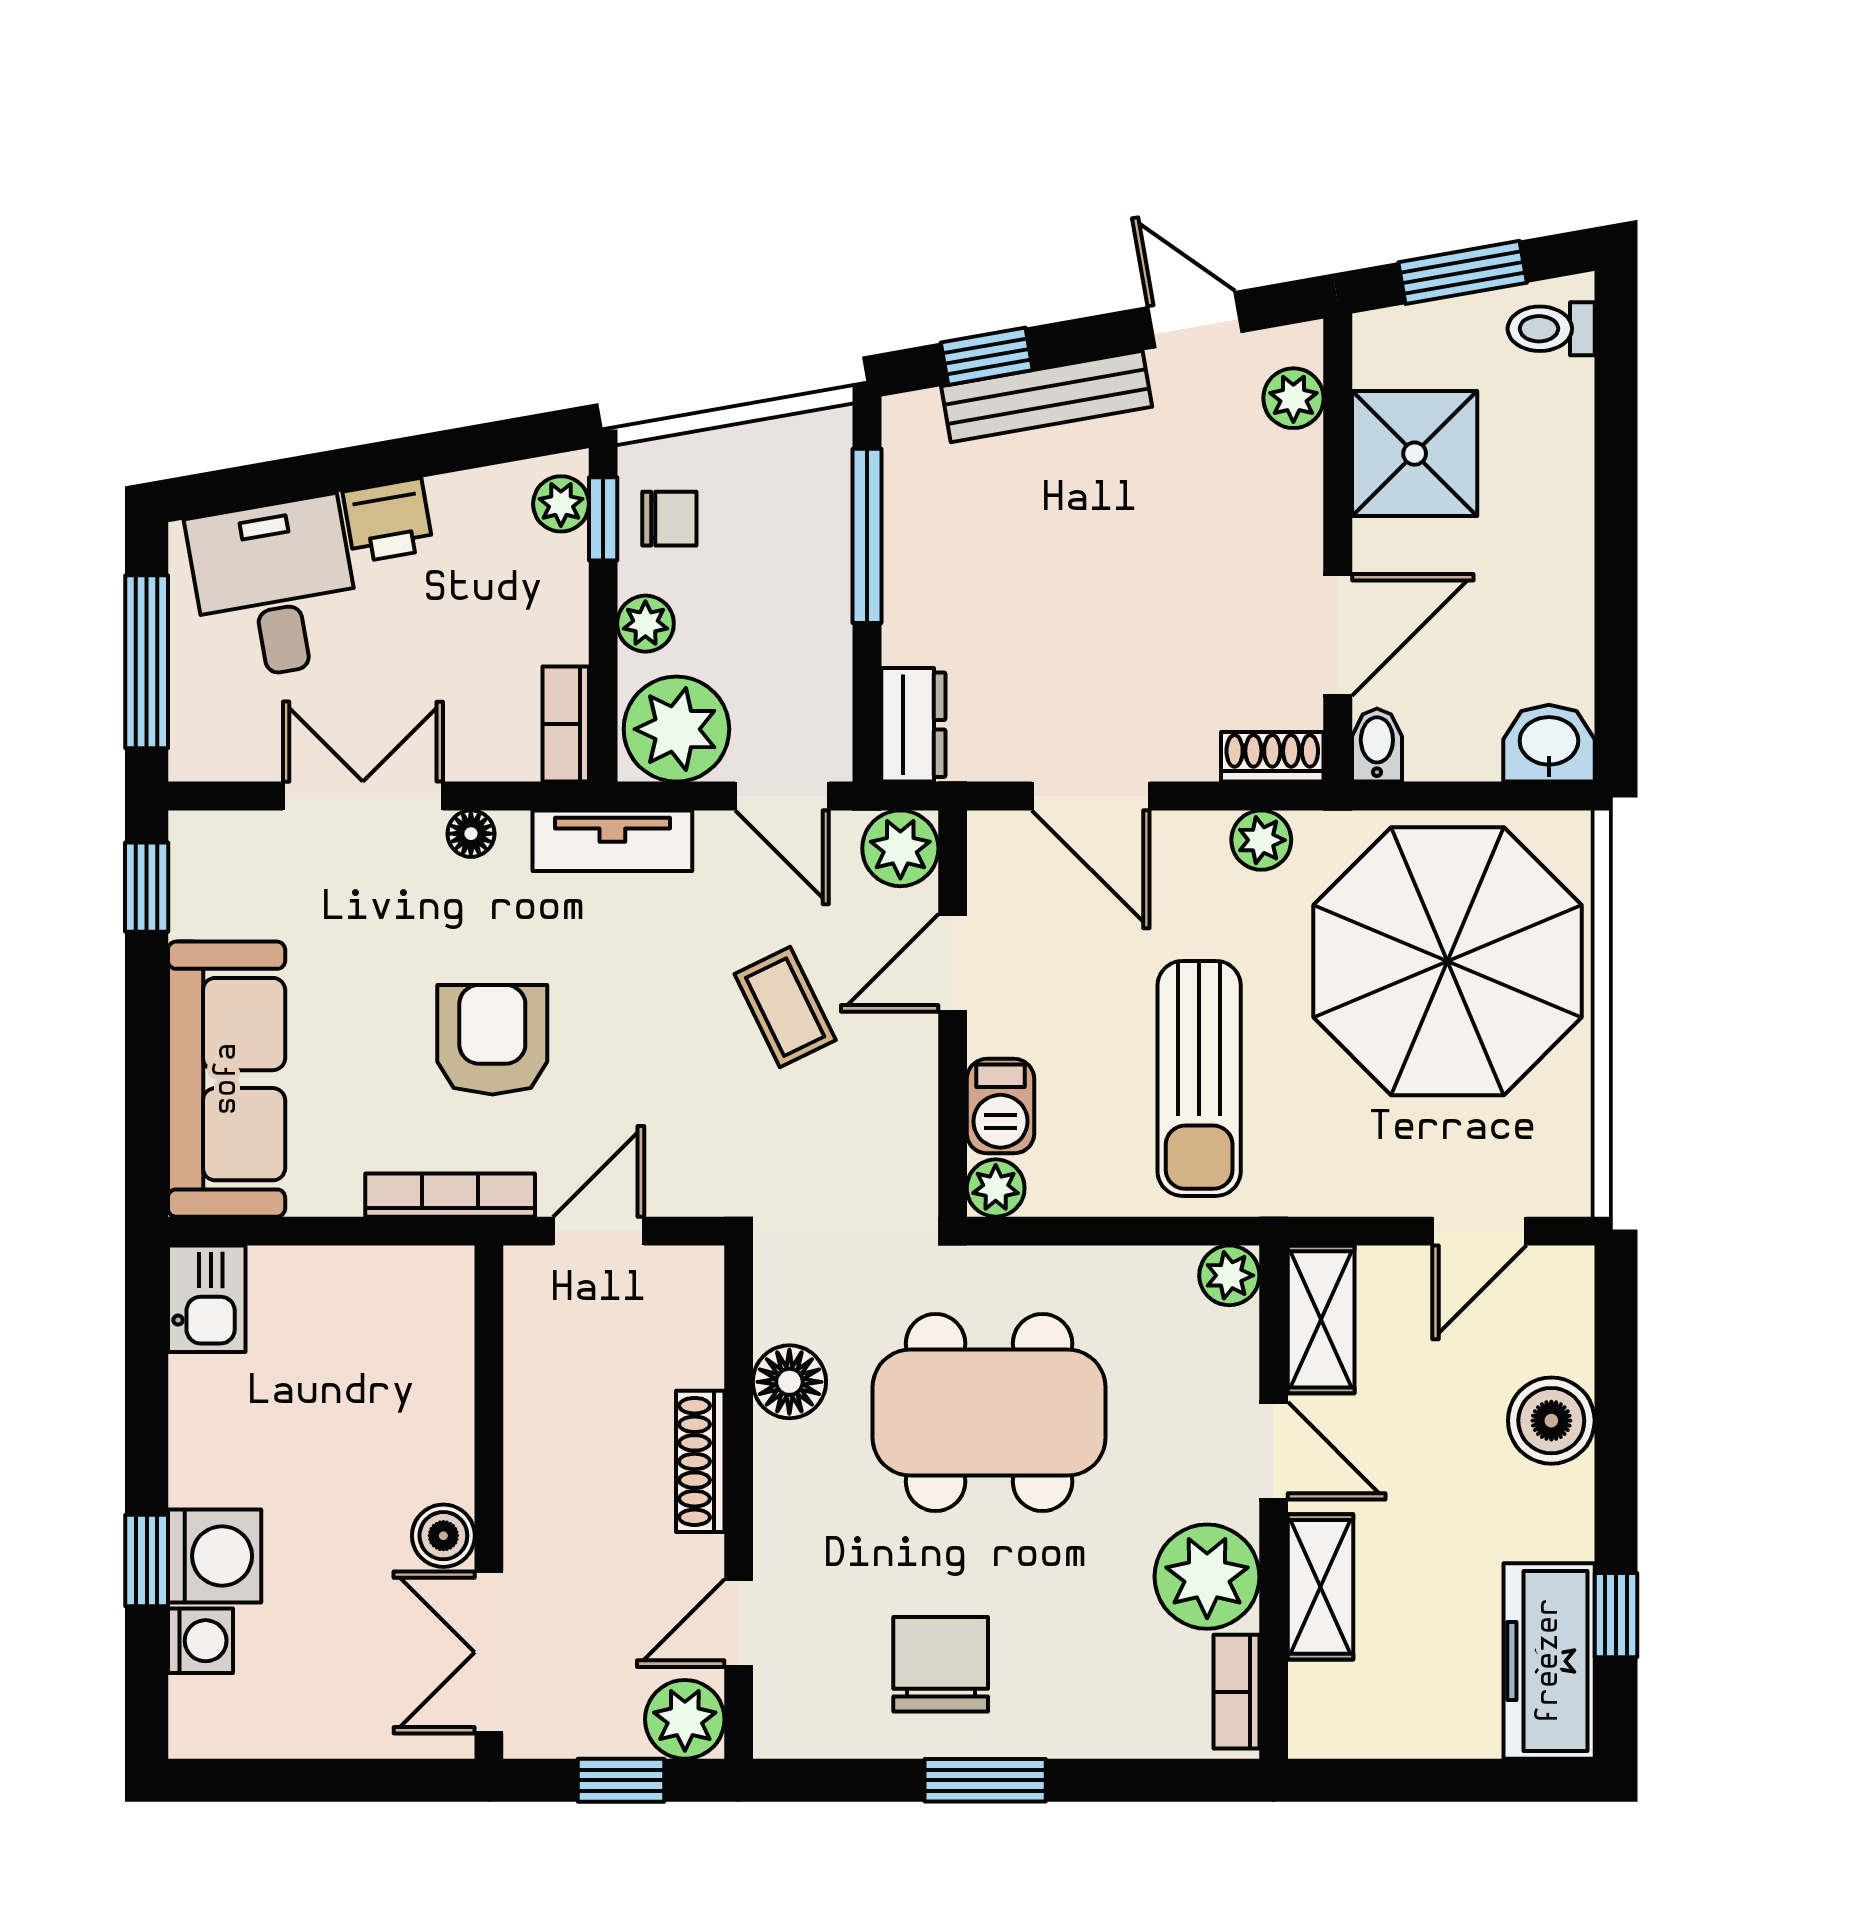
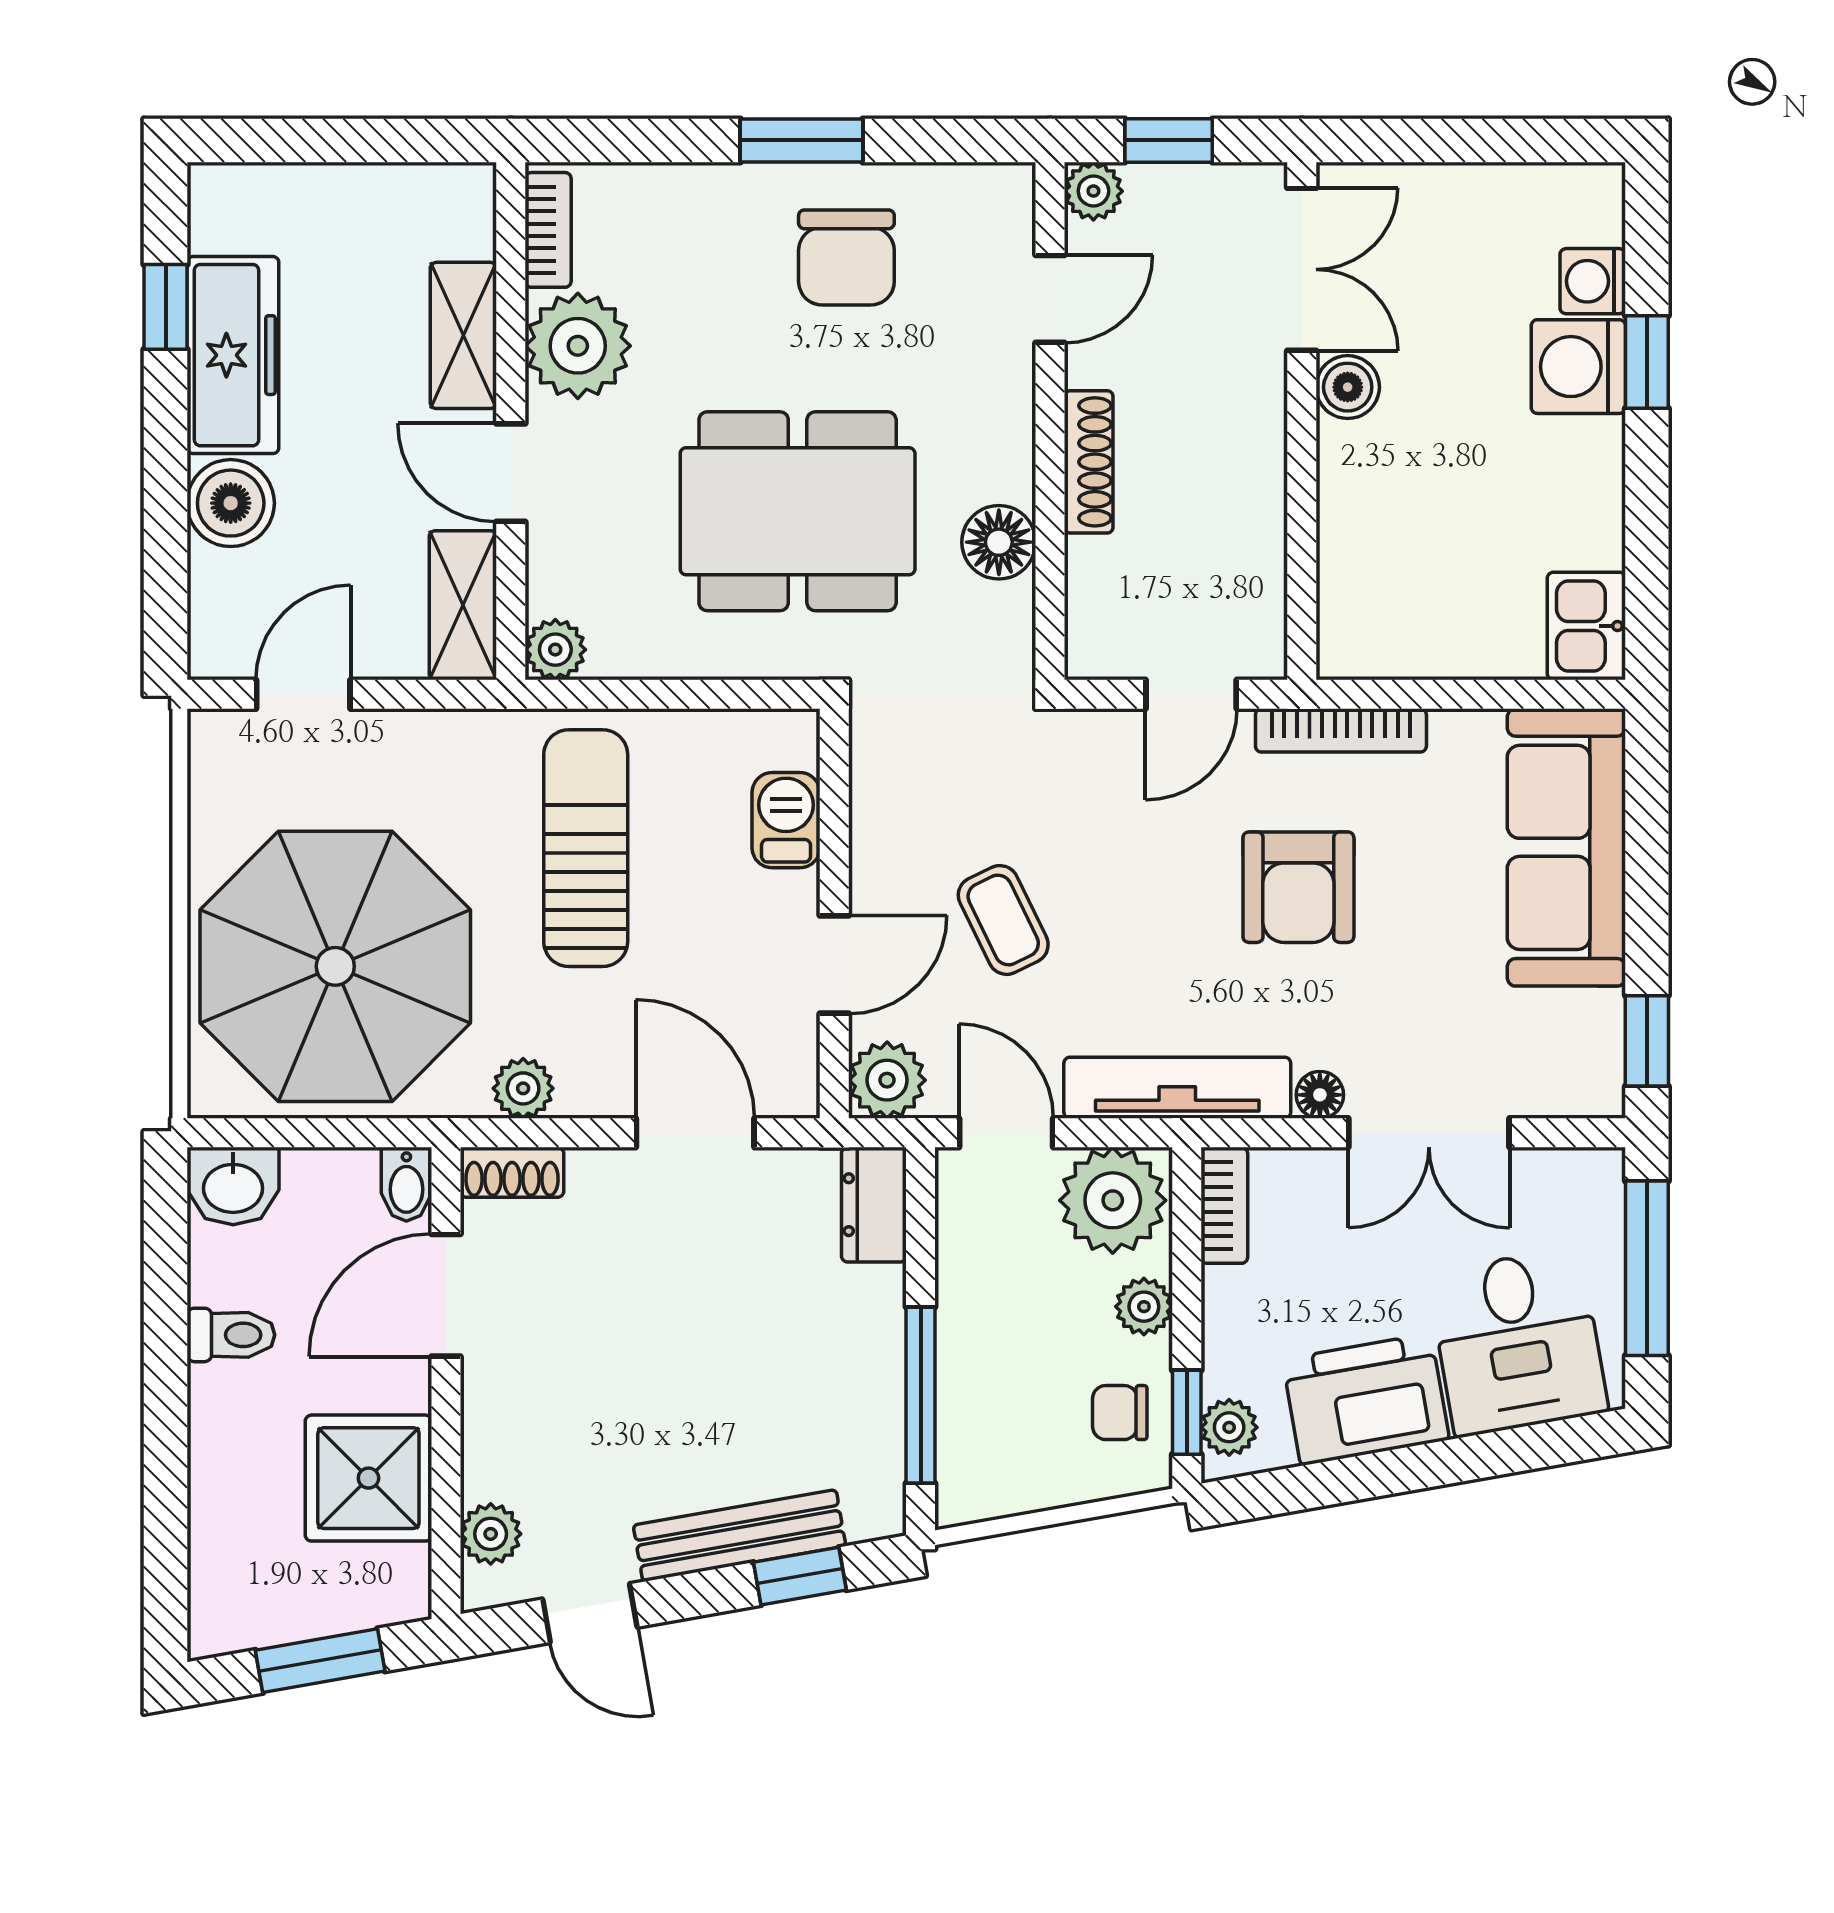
toilet: (1551, 329) -> (231, 1335), moved
printer: (388, 520) -> (1366, 1399), width x1.87, depth x1.48
tv unit: (612, 841) -> (1177, 1088), width x1.41
plant: (996, 1188) -> (791, 738), removed
freezer: (1549, 1661) -> (233, 355), moved
plant: (685, 1719) -> (1093, 191), width x0.73, depth x0.73

